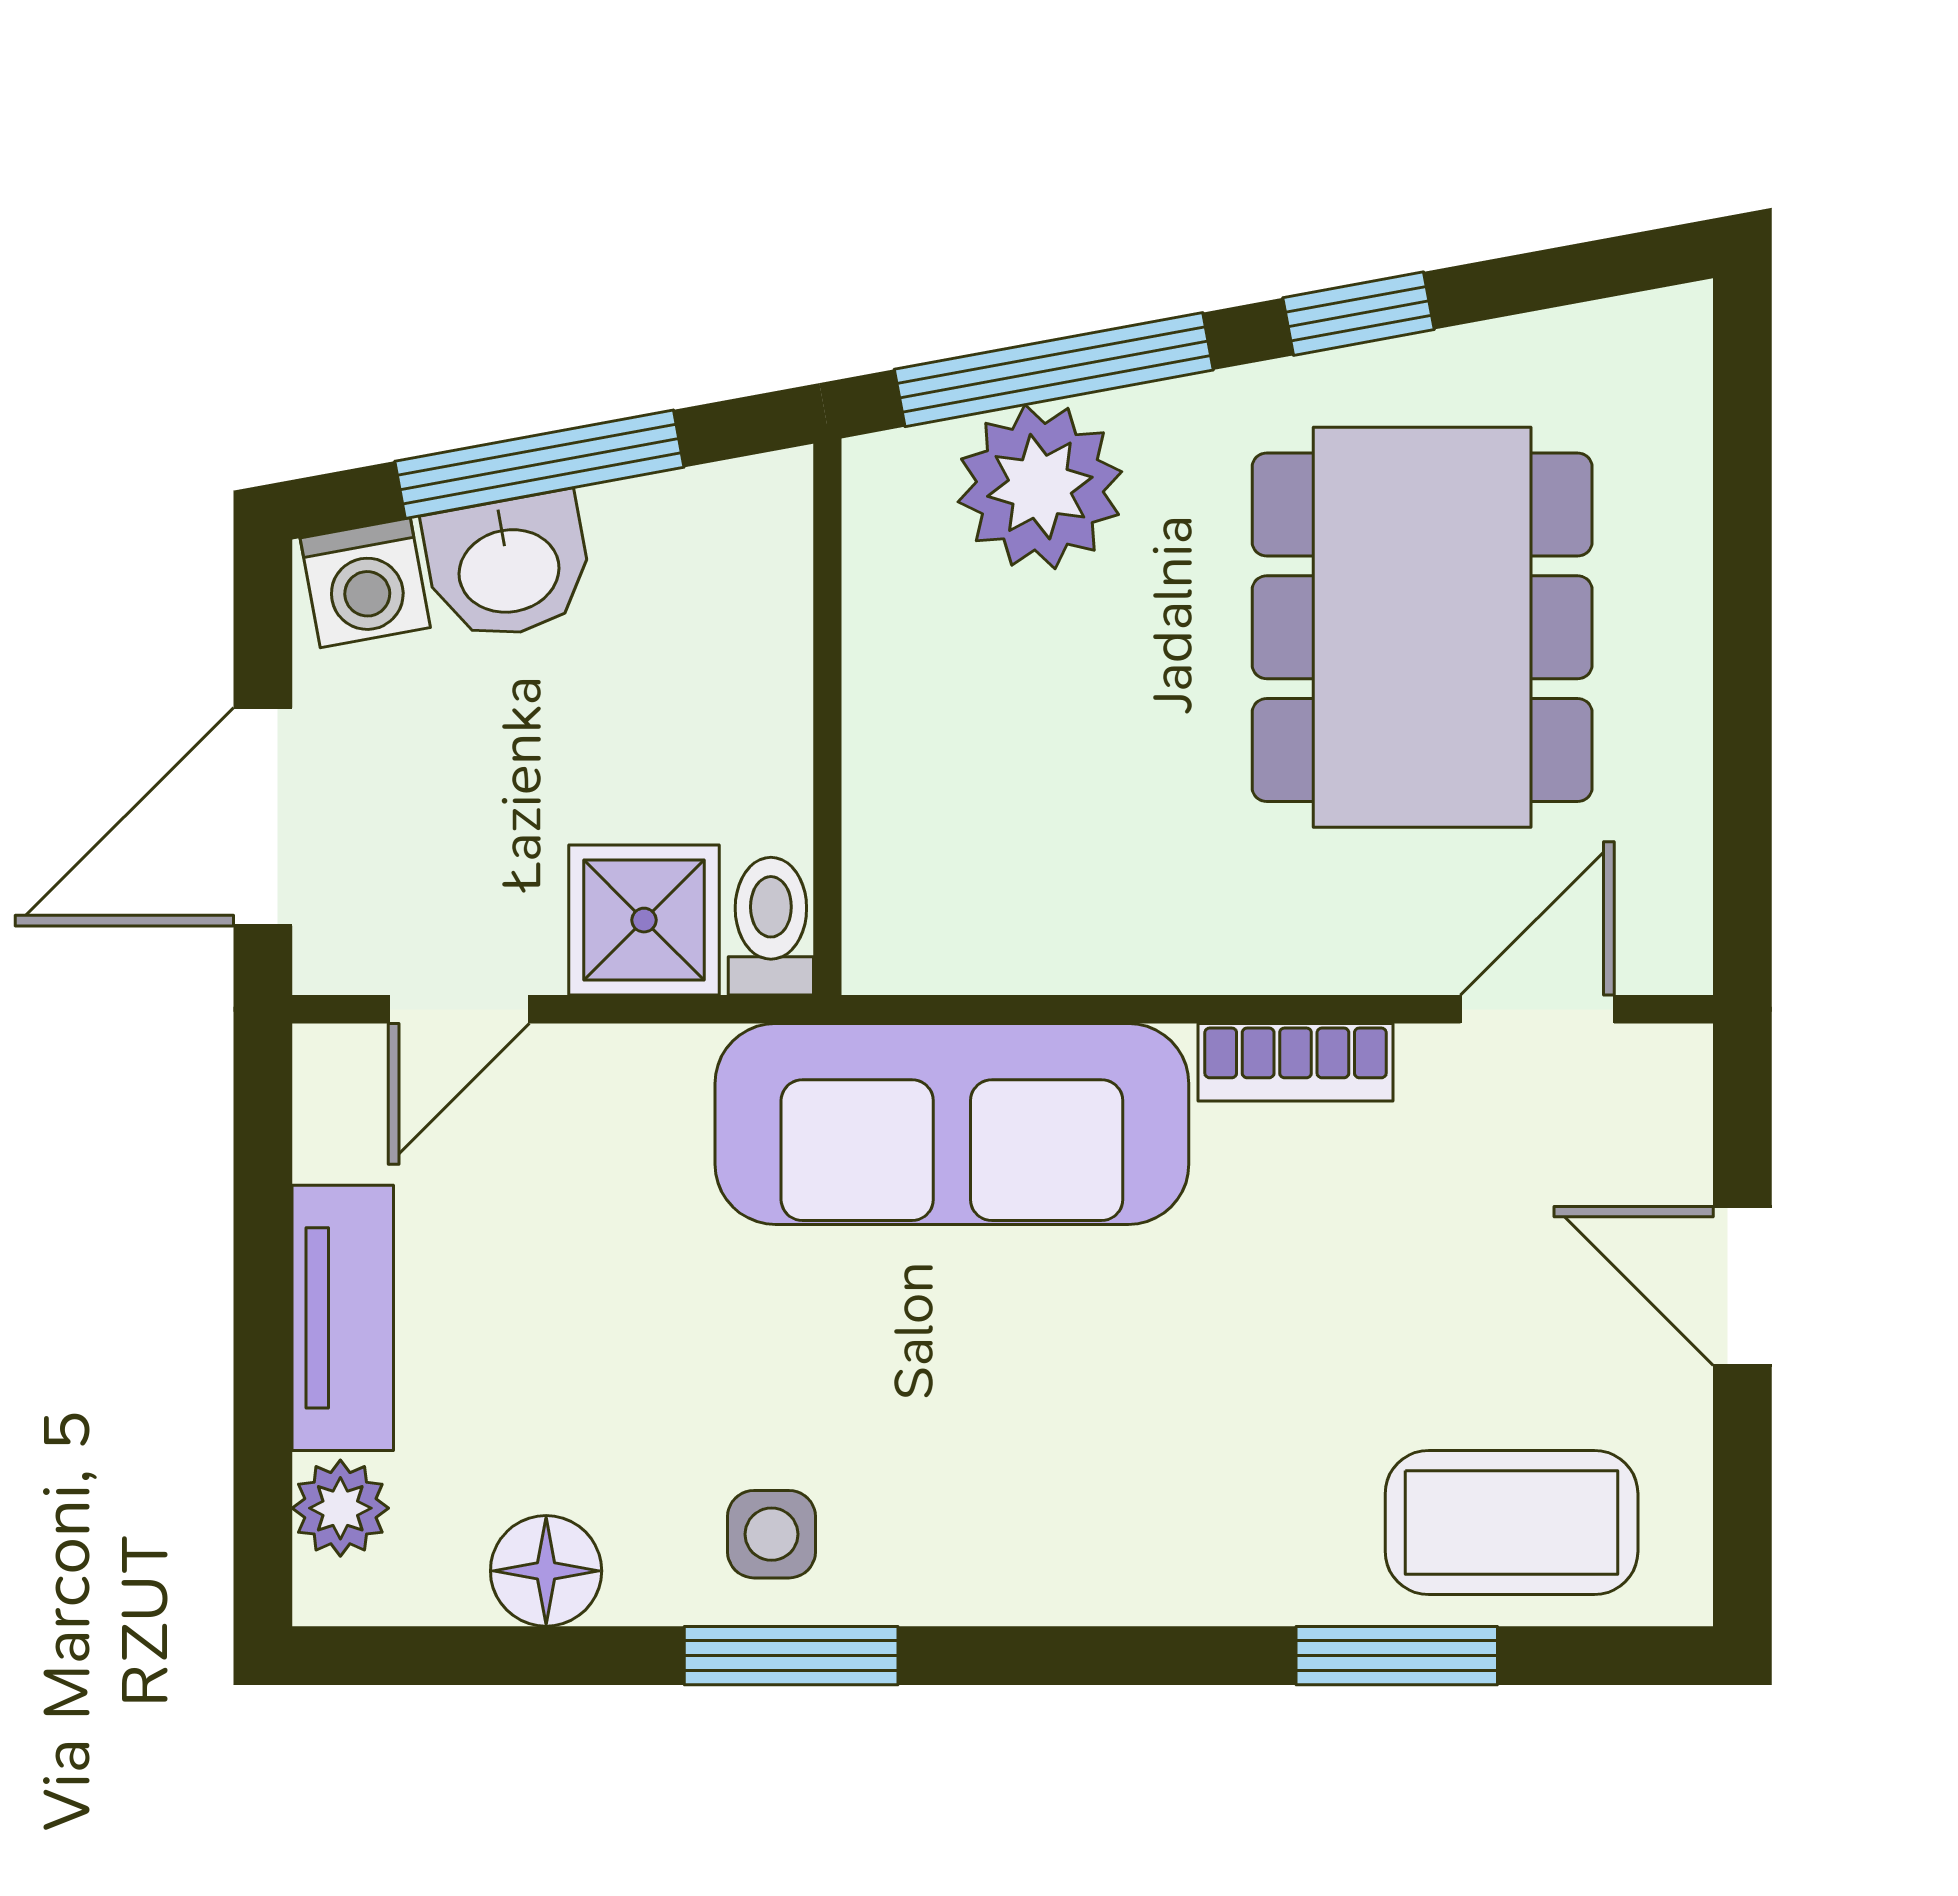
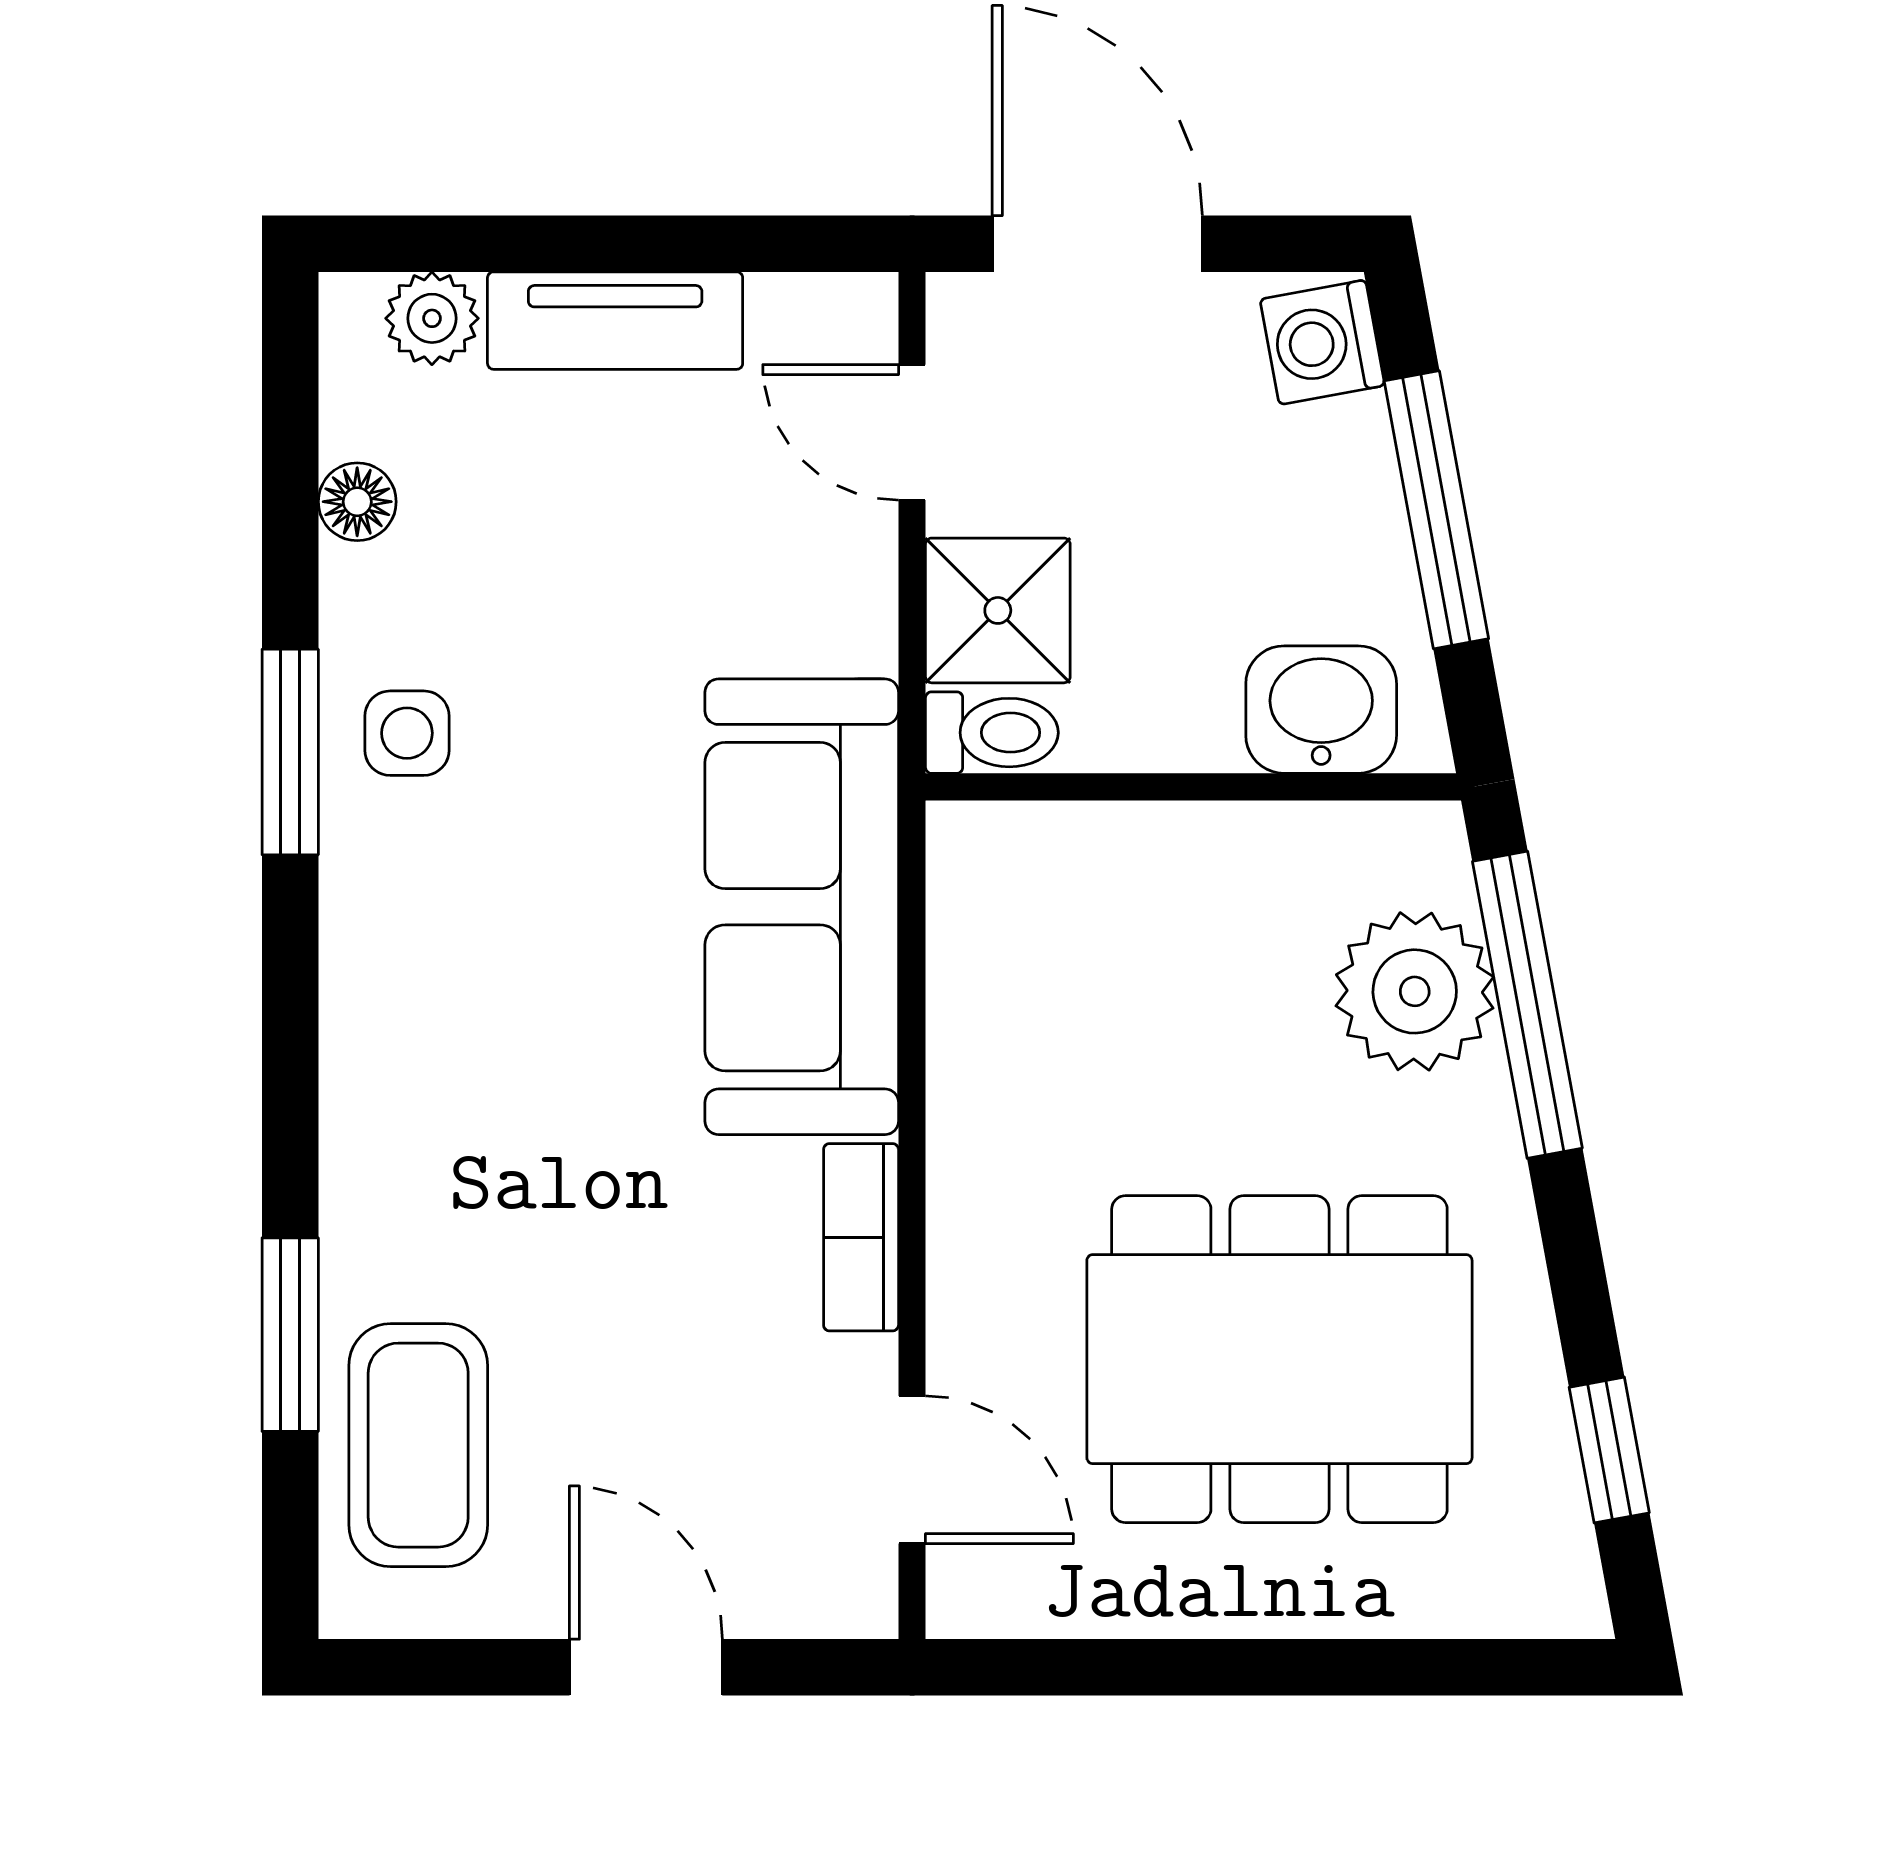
window: (1358, 314) -> (1609, 1450), moved
washbasin: (508, 567) -> (1321, 710), moved, turned 100
door: (1742, 1286) -> (646, 1667), hinge flipped
floor lamp: (546, 1571) -> (357, 502), width x0.73, depth x0.73

